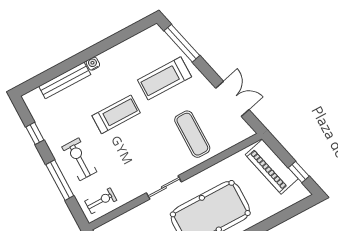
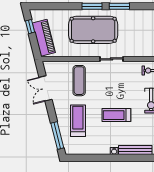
treadmill: (164, 78) -> (78, 121), turned -90

